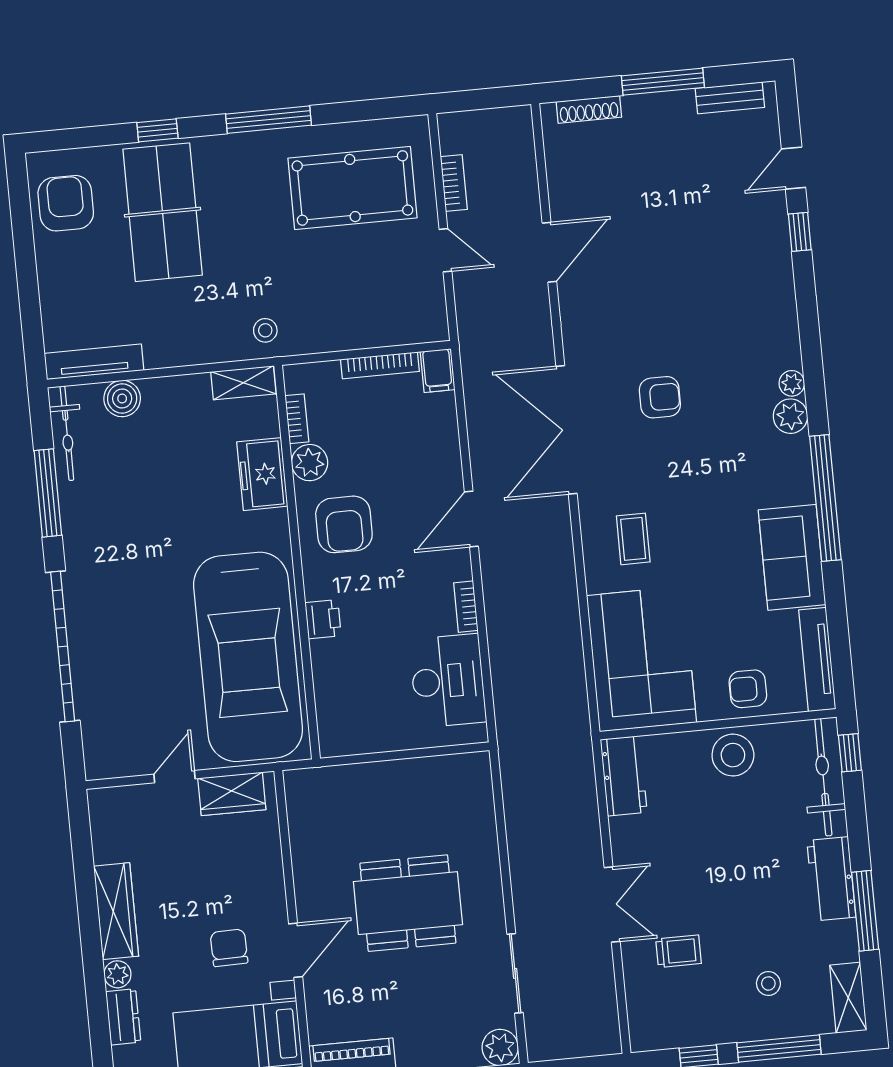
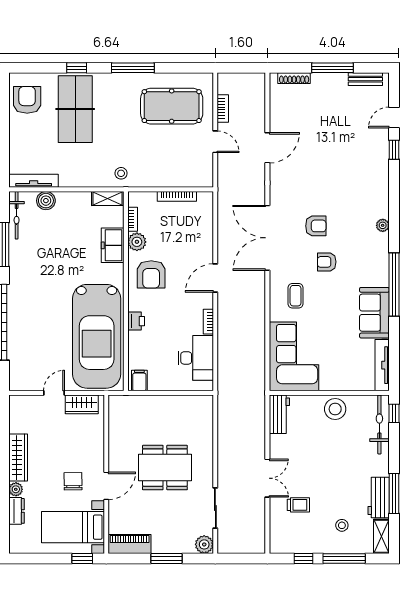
filing cabinet: (437, 371) -> (139, 380), moved, turned 180
plant: (790, 416) -> (380, 242), removed
armchair: (748, 689) -> (327, 262), moved
workbench: (831, 879) -> (379, 497), moved

